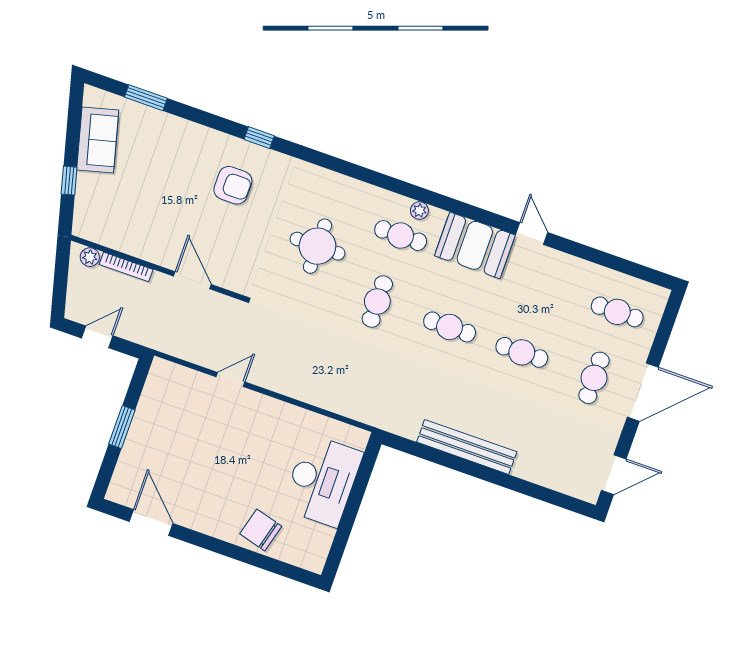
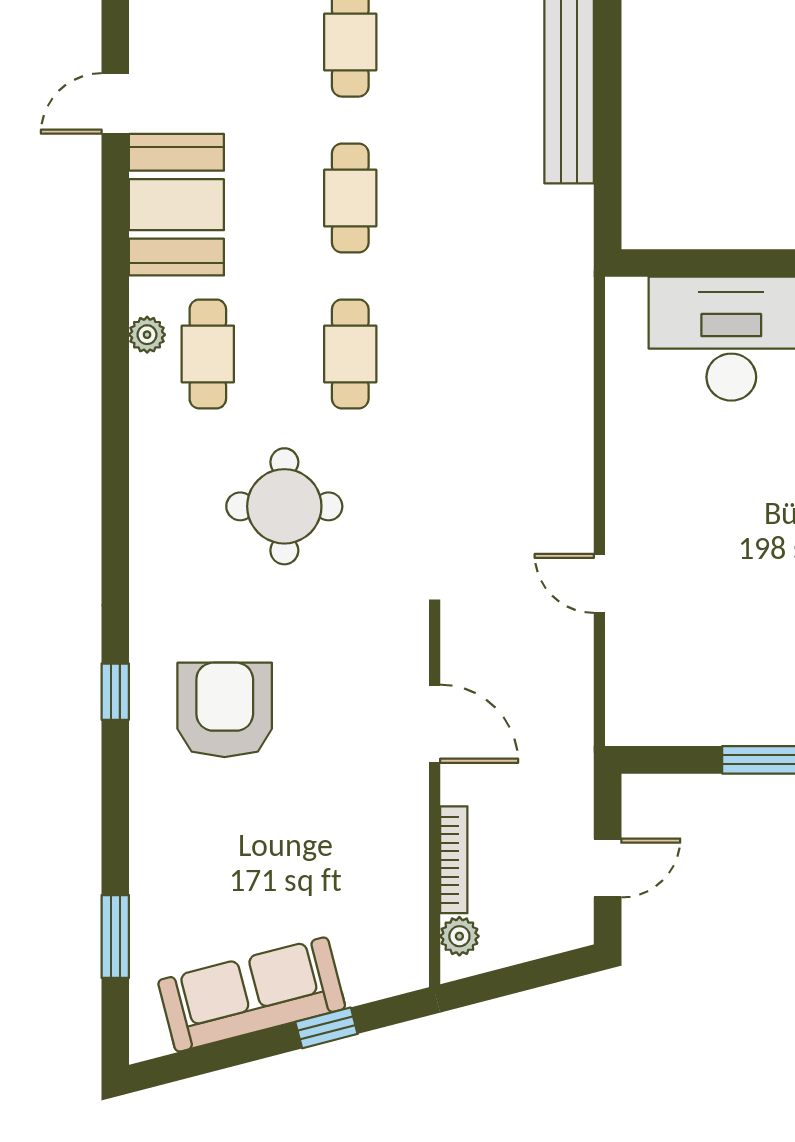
sofa: (98, 140) -> (252, 994), width x1.36
armchair: (233, 185) -> (225, 710), width x1.36, depth x1.36
door: (192, 280) -> (435, 724), swing flipped
cafe table: (377, 302) -> (350, 354), turned 90
door: (97, 337) -> (608, 868), swing flipped

